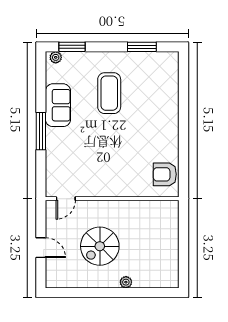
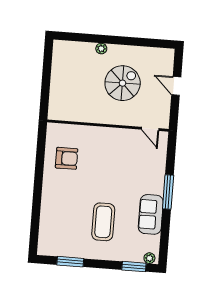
armchair: (165, 174) -> (67, 158), moved
door: (66, 199) -> (150, 129), swing flipped

